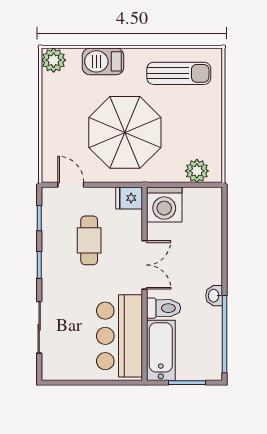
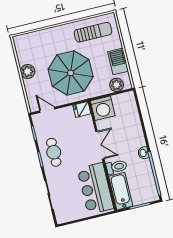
plant: (54, 60) -> (28, 71), moved
barbecue: (103, 61) -> (118, 61), moved, turned 90
cafe table: (89, 240) -> (54, 152), moved

